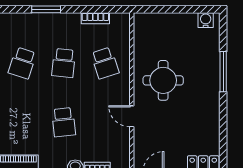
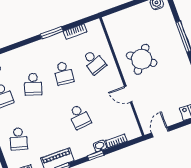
window: (46, 9) -> (52, 33), moved
round table: (163, 80) -> (142, 59), turned 38

